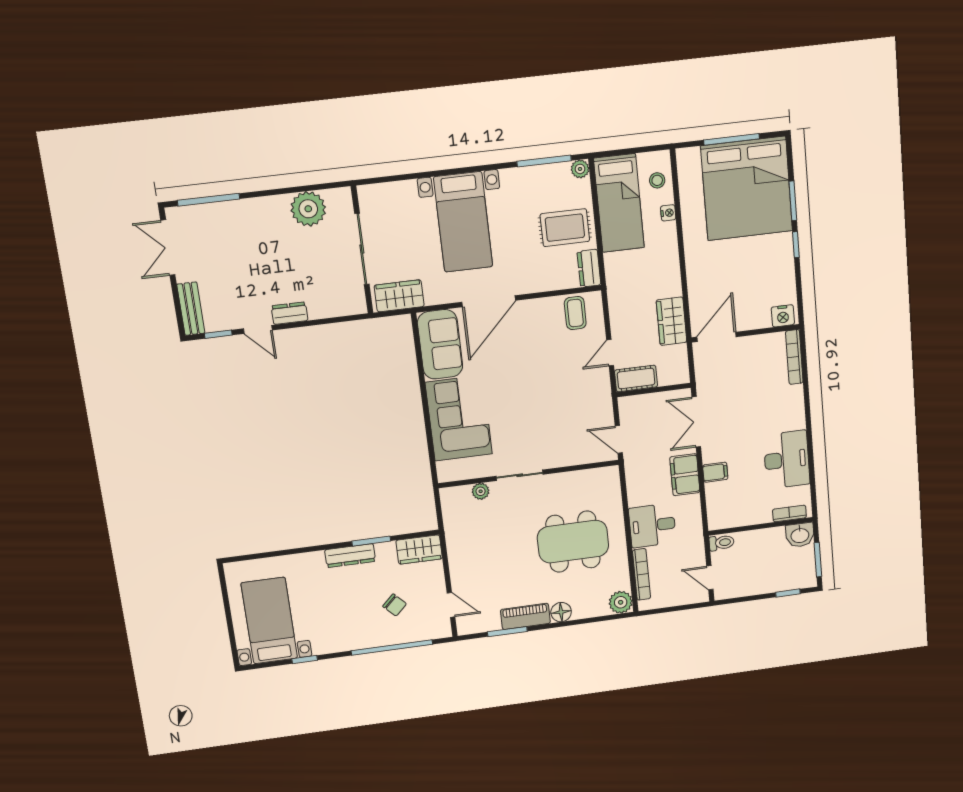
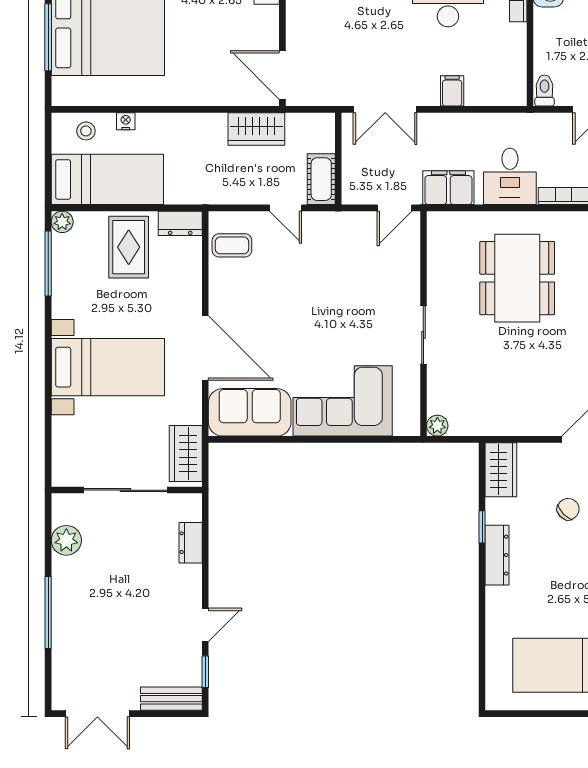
window: (209, 200) -> (48, 613), moved
plant: (308, 209) -> (66, 540), width x0.73, depth x0.73
dresser: (290, 313) -> (191, 543), moved
filing cabinet: (685, 475) -> (448, 188), moved, turned 180
plant: (481, 491) -> (437, 426), moved
window: (371, 541) -> (482, 527), width x0.67

